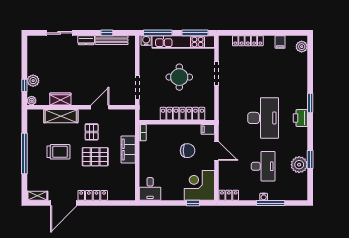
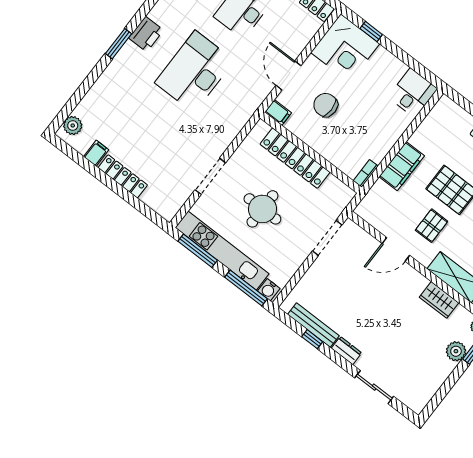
locker: (248, 41) -> (123, 176), moved

